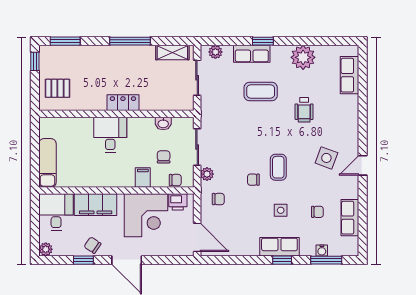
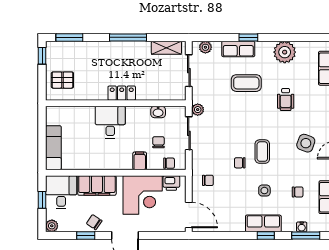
plant: (207, 174) -> (198, 110), moved
window: (35, 221) -> (42, 200), added

